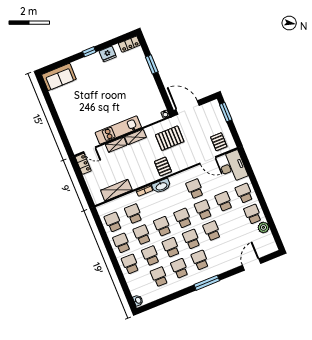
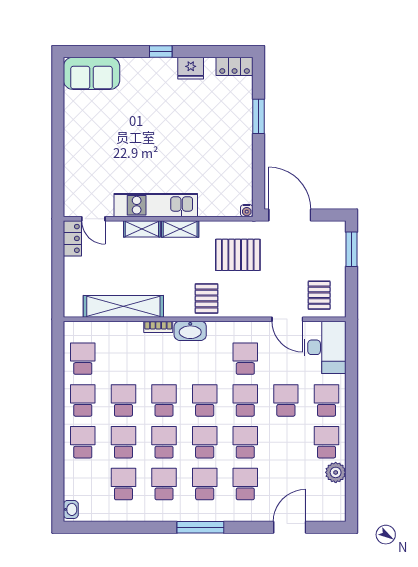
shelving: (116, 190) -> (123, 306), width x1.47
school desk: (134, 214) -> (245, 484), moved

